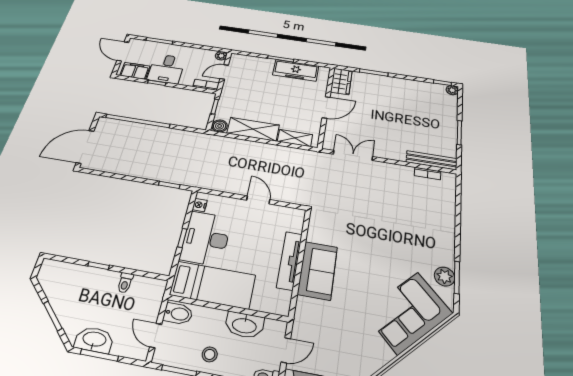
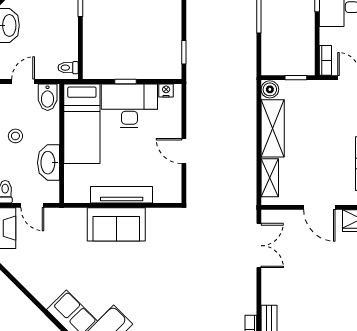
door: (258, 200) -> (184, 151), swing flipped
toilet: (125, 283) -> (68, 68), moved

